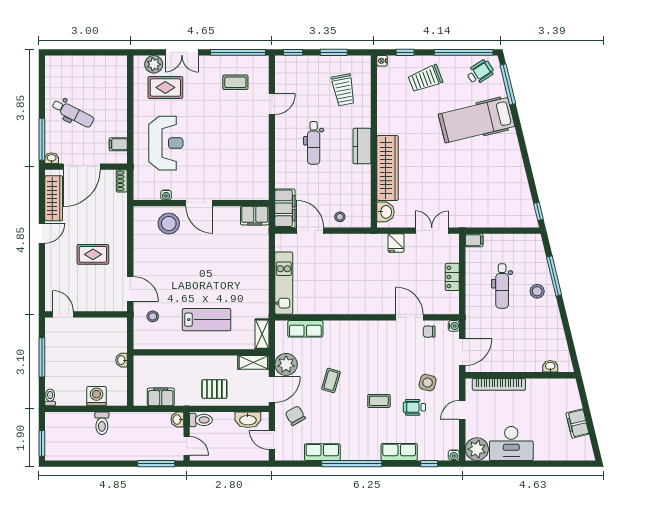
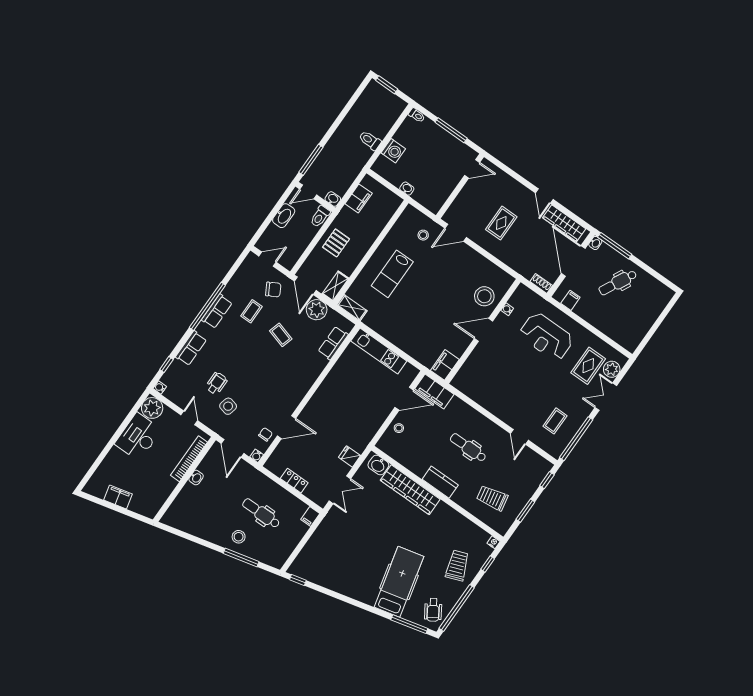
washbasin: (550, 366) -> (196, 478), moved
coffee table: (379, 401) -> (251, 311), moved
washbasin: (248, 420) -> (284, 216), moved, turned 180
row of seats: (322, 452) -> (217, 311), moved

